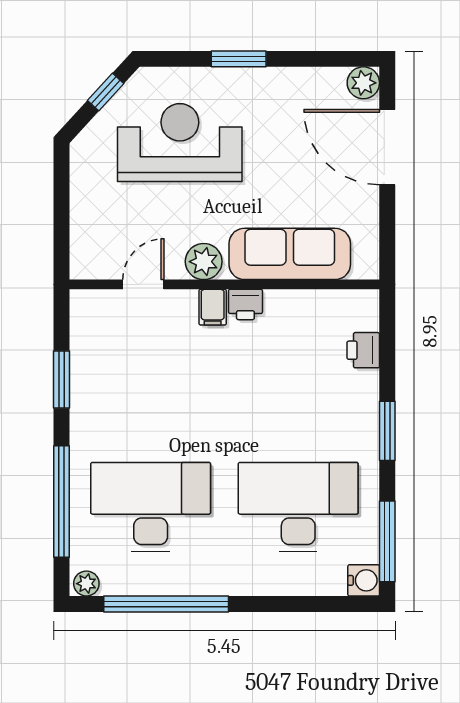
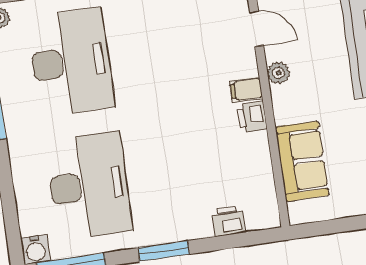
sofa: (290, 254) -> (302, 161), width x0.73
plant: (204, 262) -> (278, 73), width x0.73, depth x0.73

